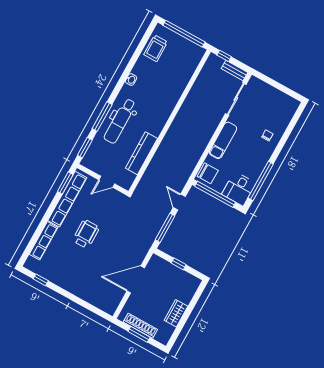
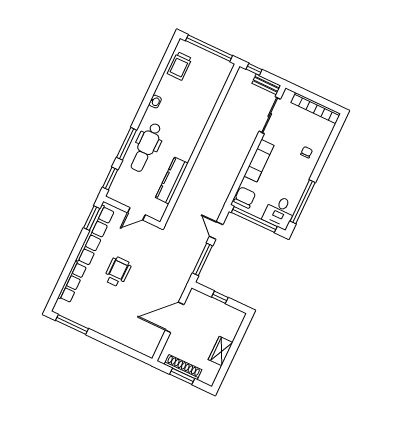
bookcase: (279, 95) -> (316, 108), added
chair: (208, 173) -> (245, 197), turned -90
window: (41, 280) -> (72, 325), width x2.17

